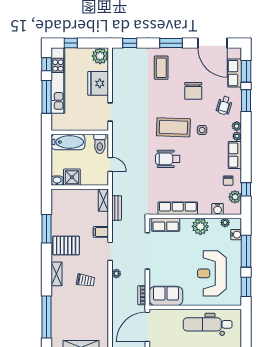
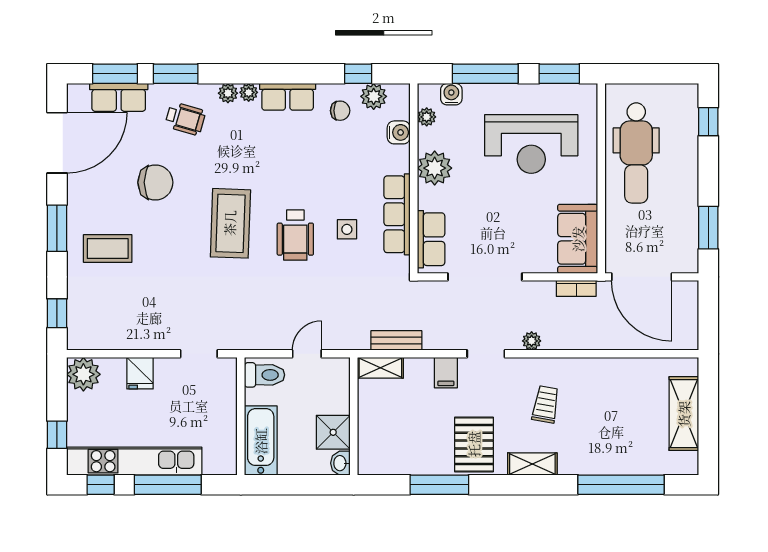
fridge: (98, 83) -> (140, 373), width x0.53, depth x0.75
side table: (202, 130) -> (347, 229), moved

